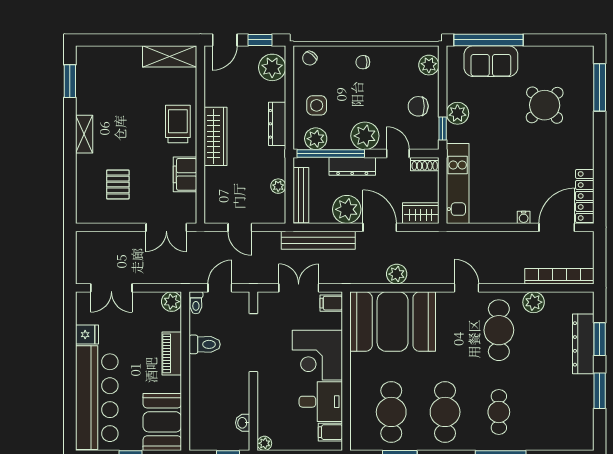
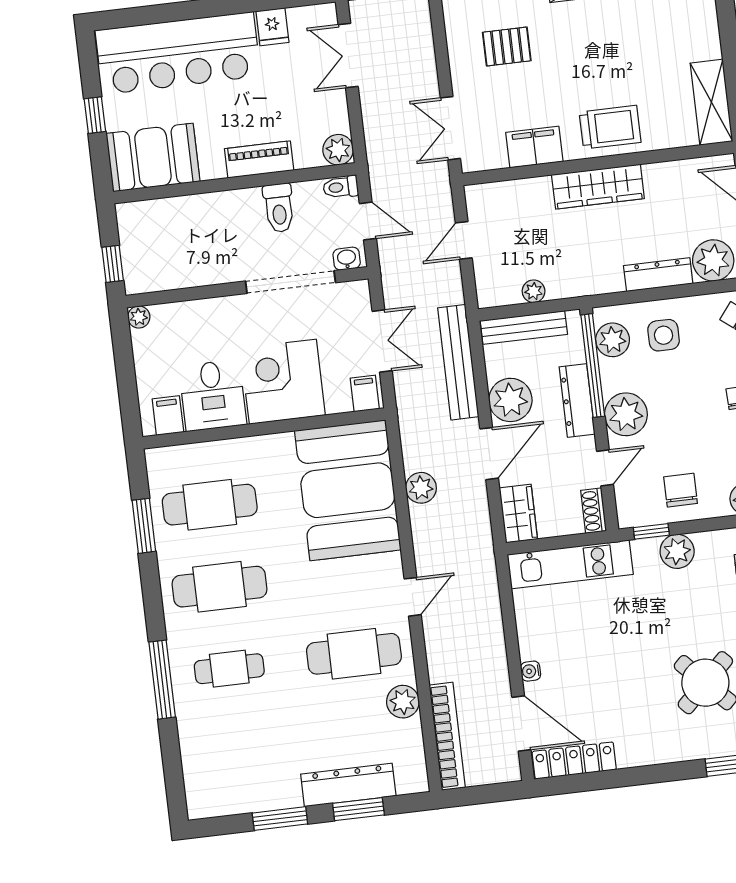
dresser: (277, 124) -> (658, 275), moved
washbasin: (243, 423) -> (347, 259), moved

